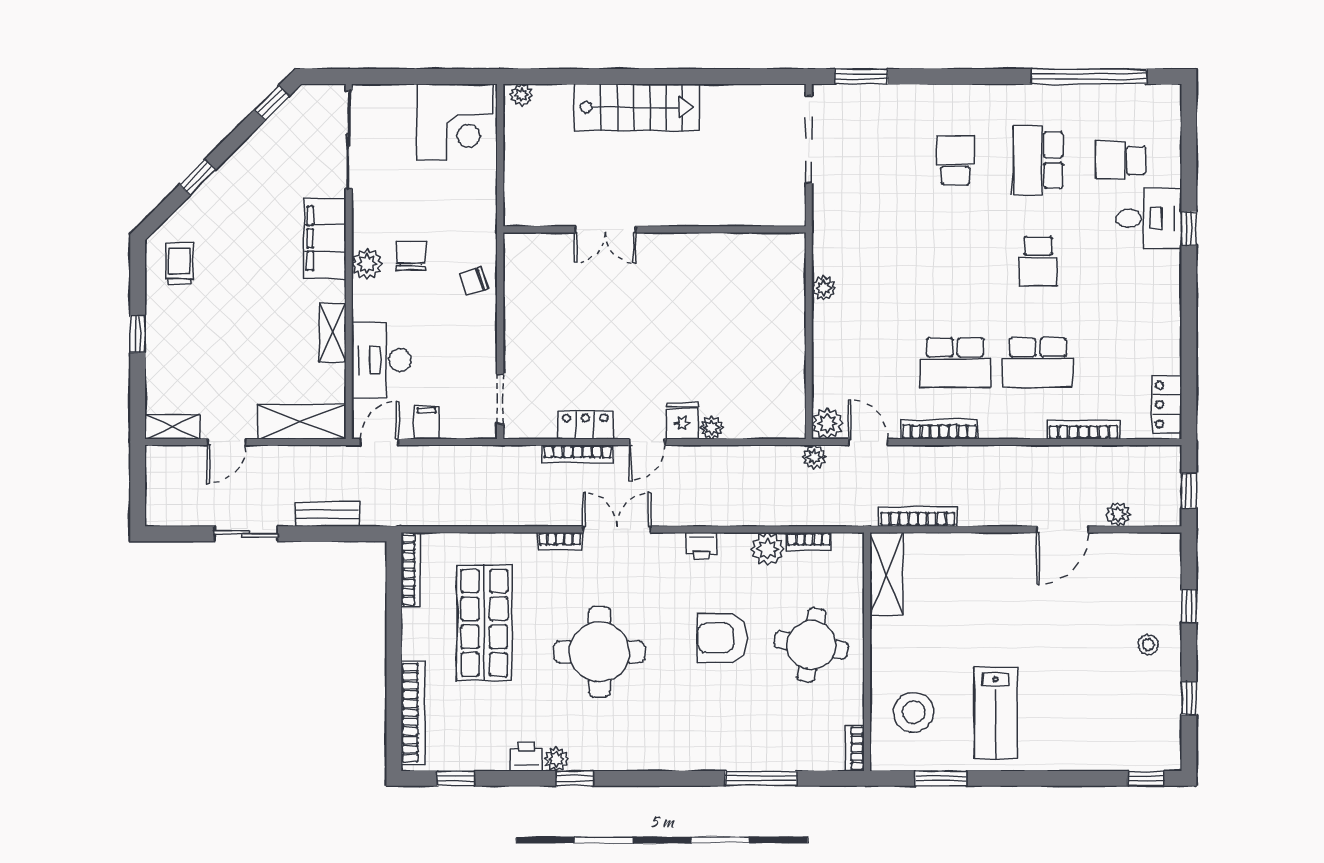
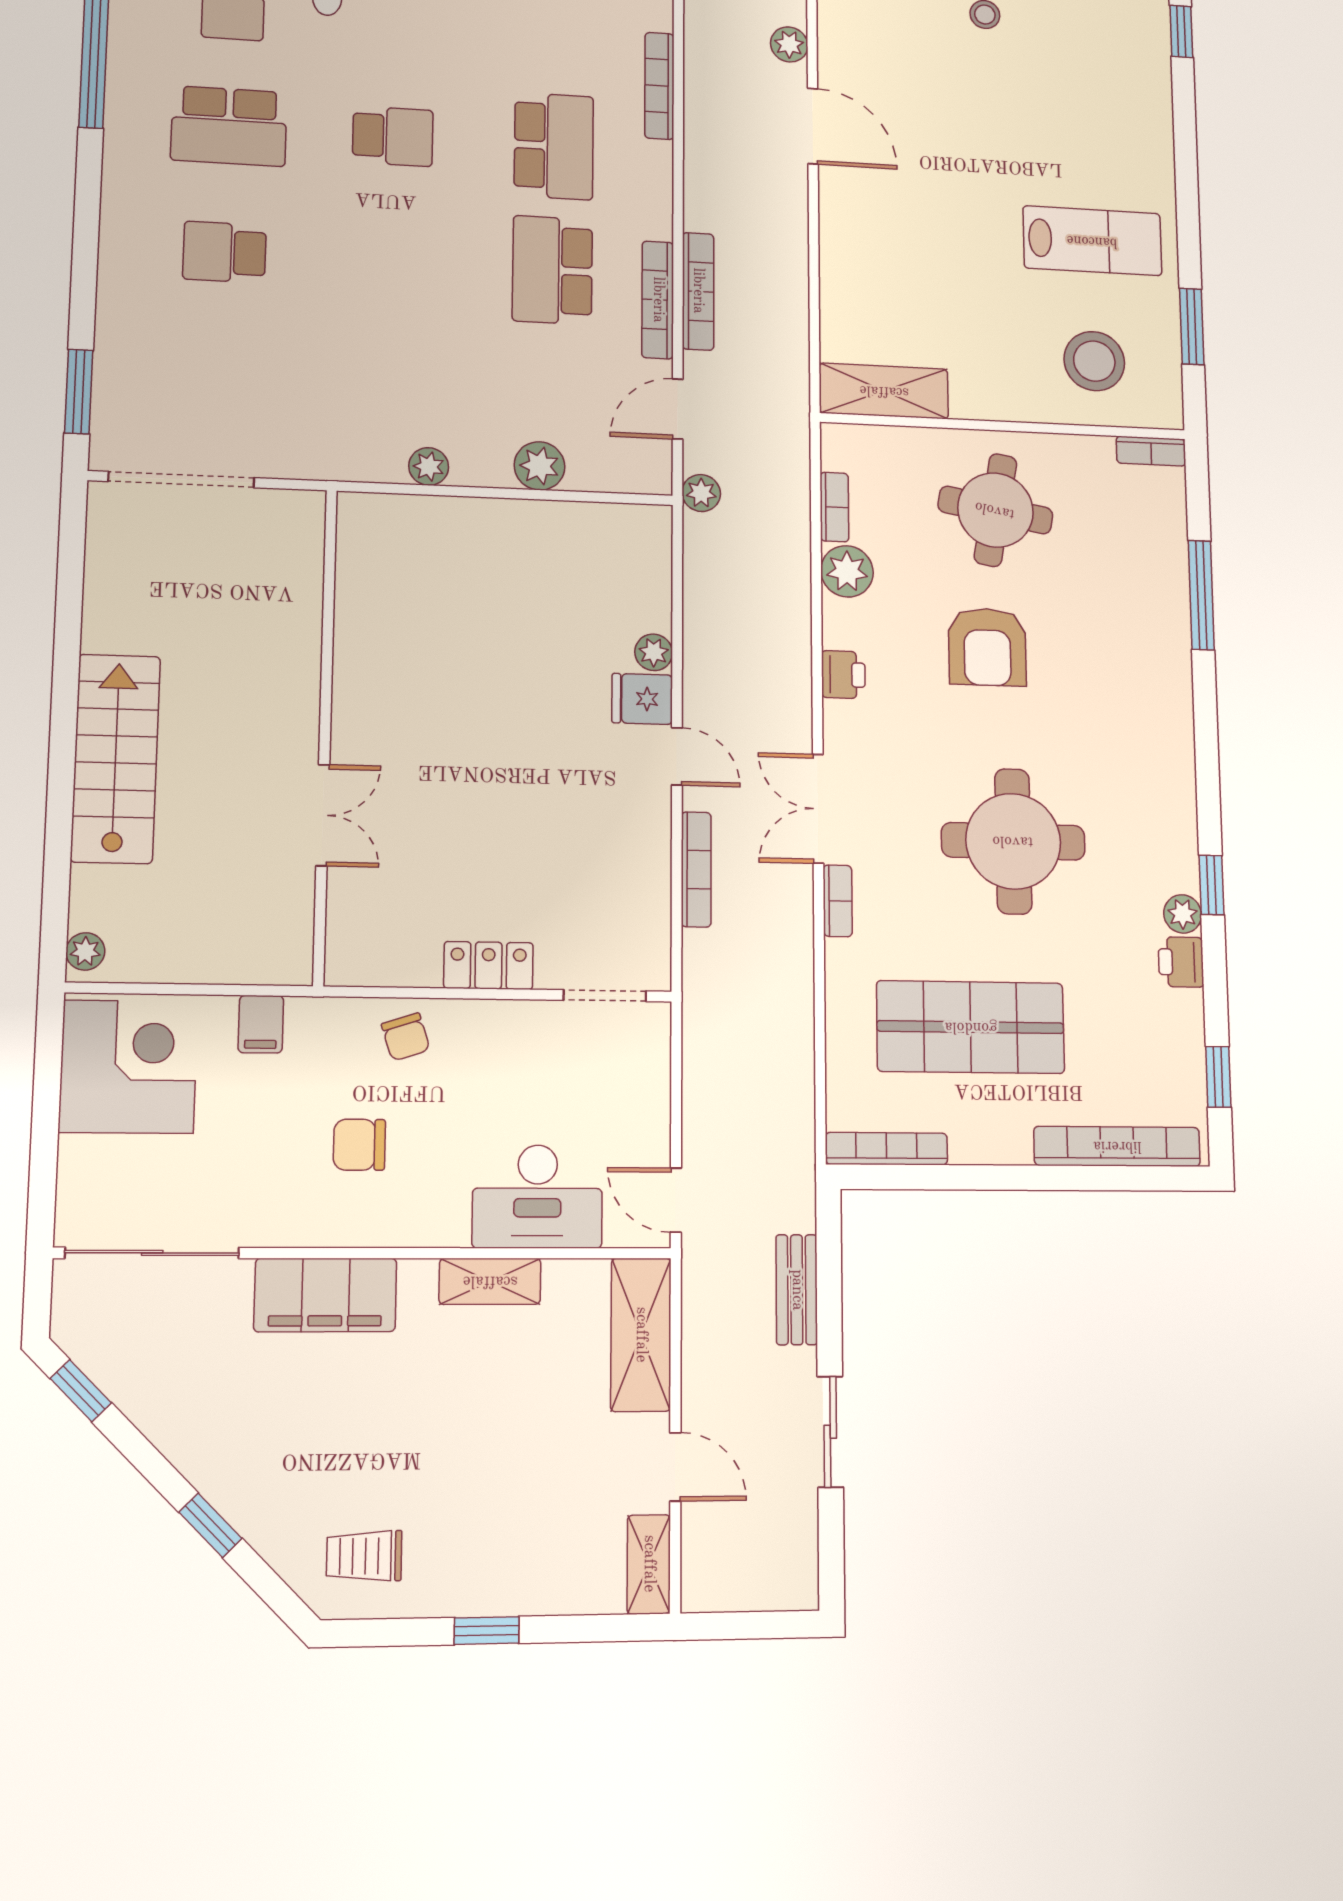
plant: (367, 264) -> (372, 1221), removed
school desk: (955, 363) -> (552, 270), turned 180
filing cabinet: (427, 422) -> (261, 1024), moved, turned -90
plant: (827, 424) -> (540, 466), moved
locker: (585, 425) -> (488, 965), moved, turned 90
bookcase: (918, 517) -> (698, 291), moved, turned 180

